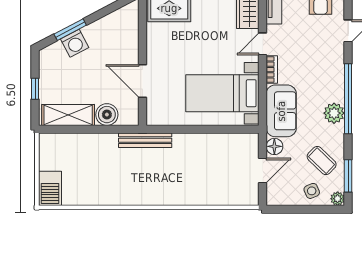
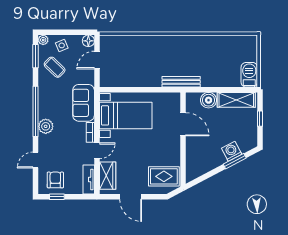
plant: (334, 113) -> (46, 126), moved
floor lamp: (274, 146) -> (88, 41), moved
barbecue: (50, 188) -> (249, 75), moved

